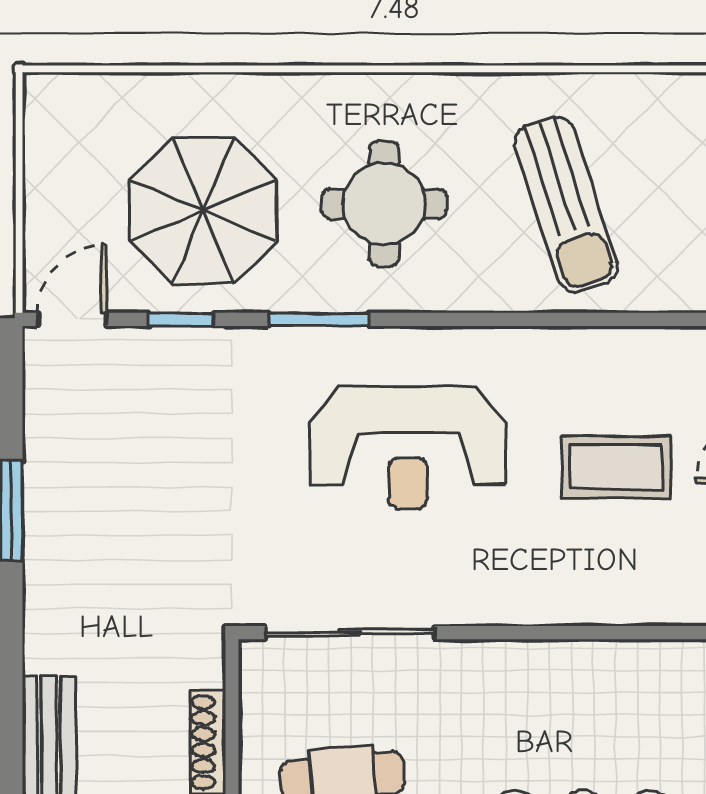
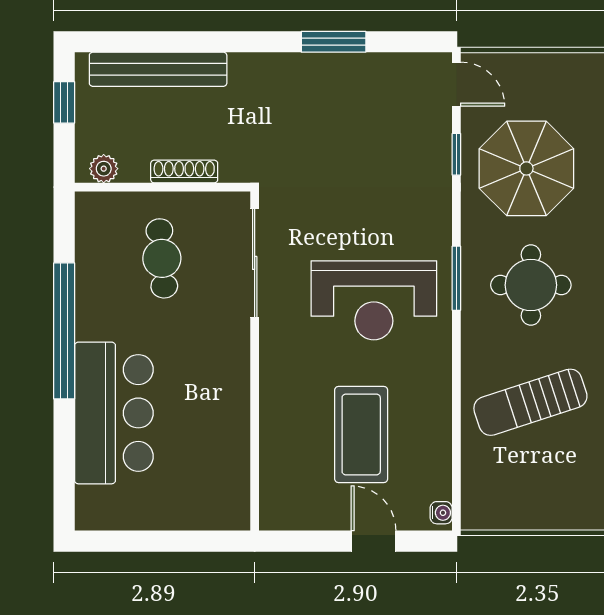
window: (319, 319) -> (456, 278), moved
reception desk: (408, 448) -> (374, 300), turned -90
coffee table: (616, 467) -> (361, 434), width x1.36, depth x1.32

